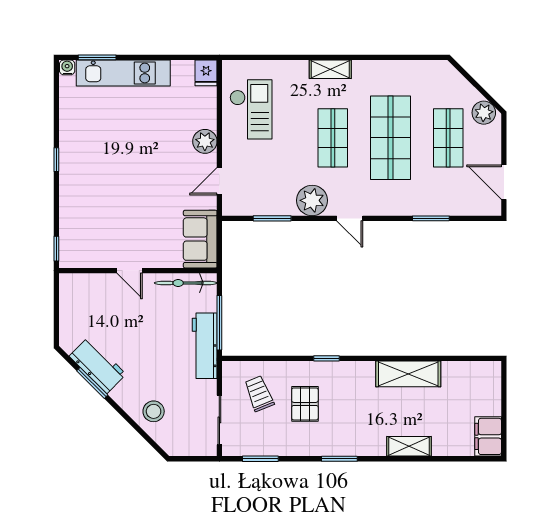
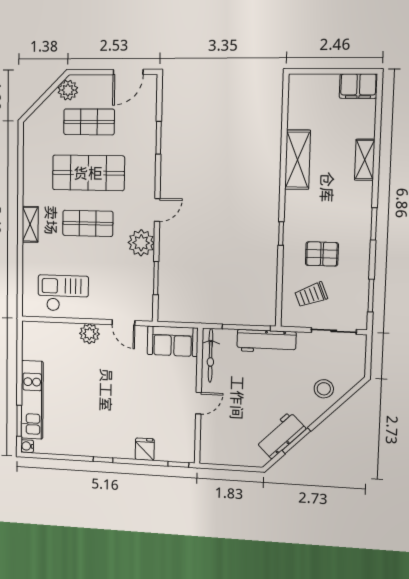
fridge: (206, 73) -> (145, 449), moved, turned -90

